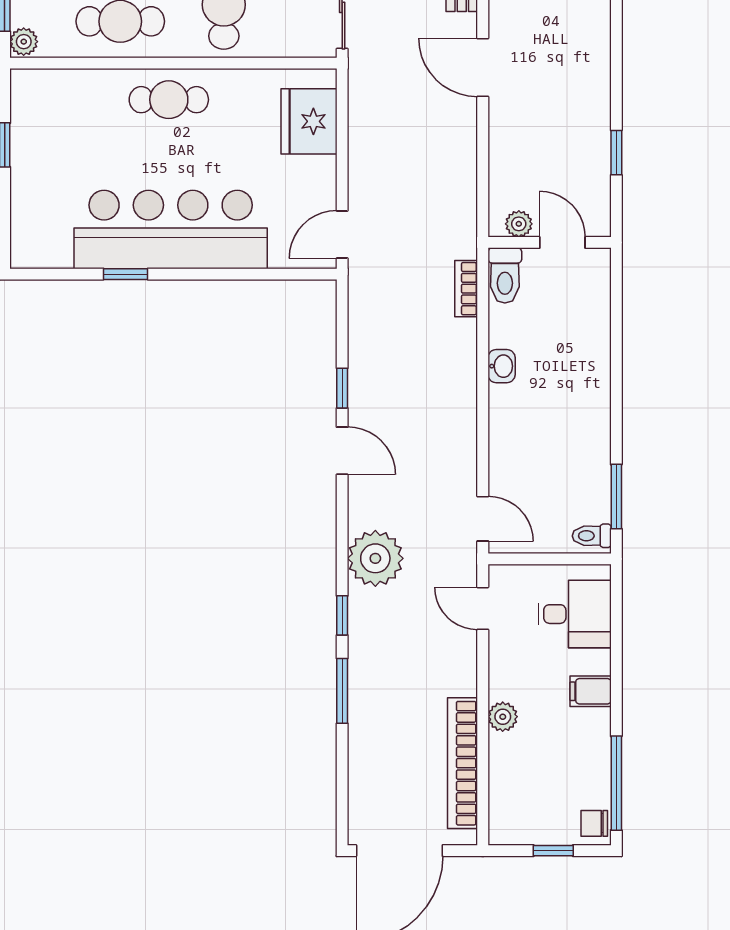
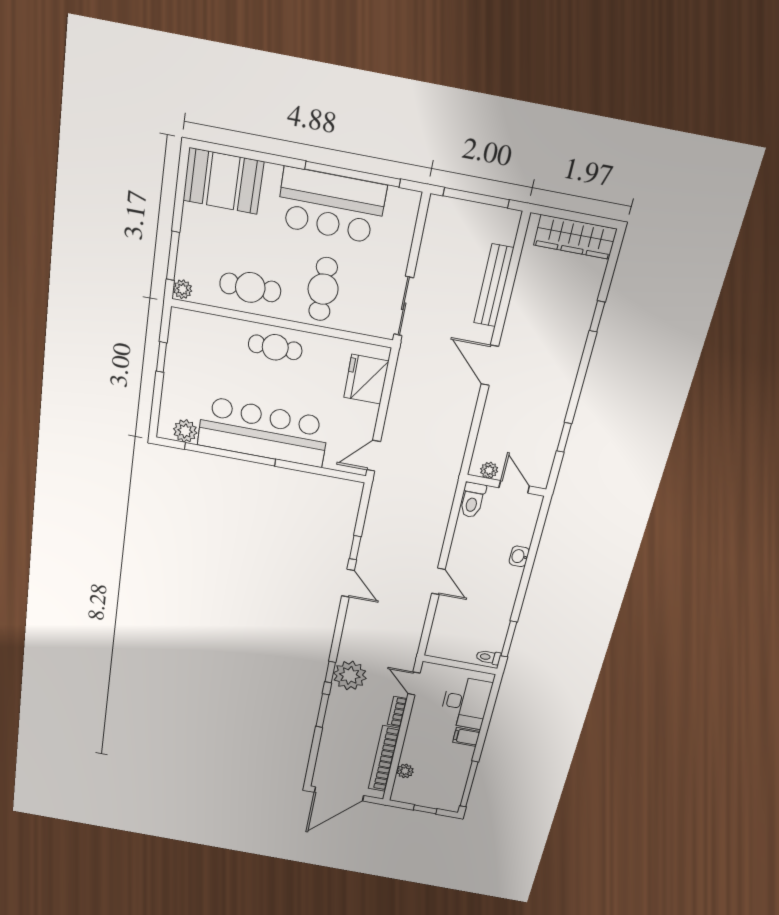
plant: (53, 251) -> (185, 431), added
window: (126, 274) -> (230, 454), width x3.17
bookcase: (466, 289) -> (397, 712), moved
washbasin: (502, 366) -> (519, 556), moved, turned 180
door: (483, 519) -> (438, 581), moved
plant: (375, 558) -> (350, 676), moved
desk: (575, 614) -> (466, 703), width x1.37
plant: (503, 717) -> (405, 771), moved
chair: (594, 823) -> (451, 801), removed

